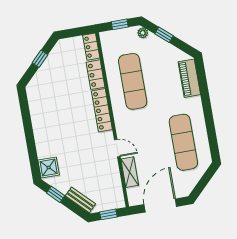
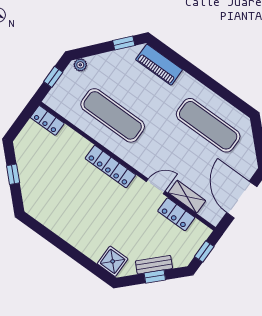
window: (164, 35) -> (124, 43), moved
locker: (95, 75) -> (176, 214), moved
window: (56, 194) -> (155, 277), moved
bench: (80, 200) -> (154, 265), moved

